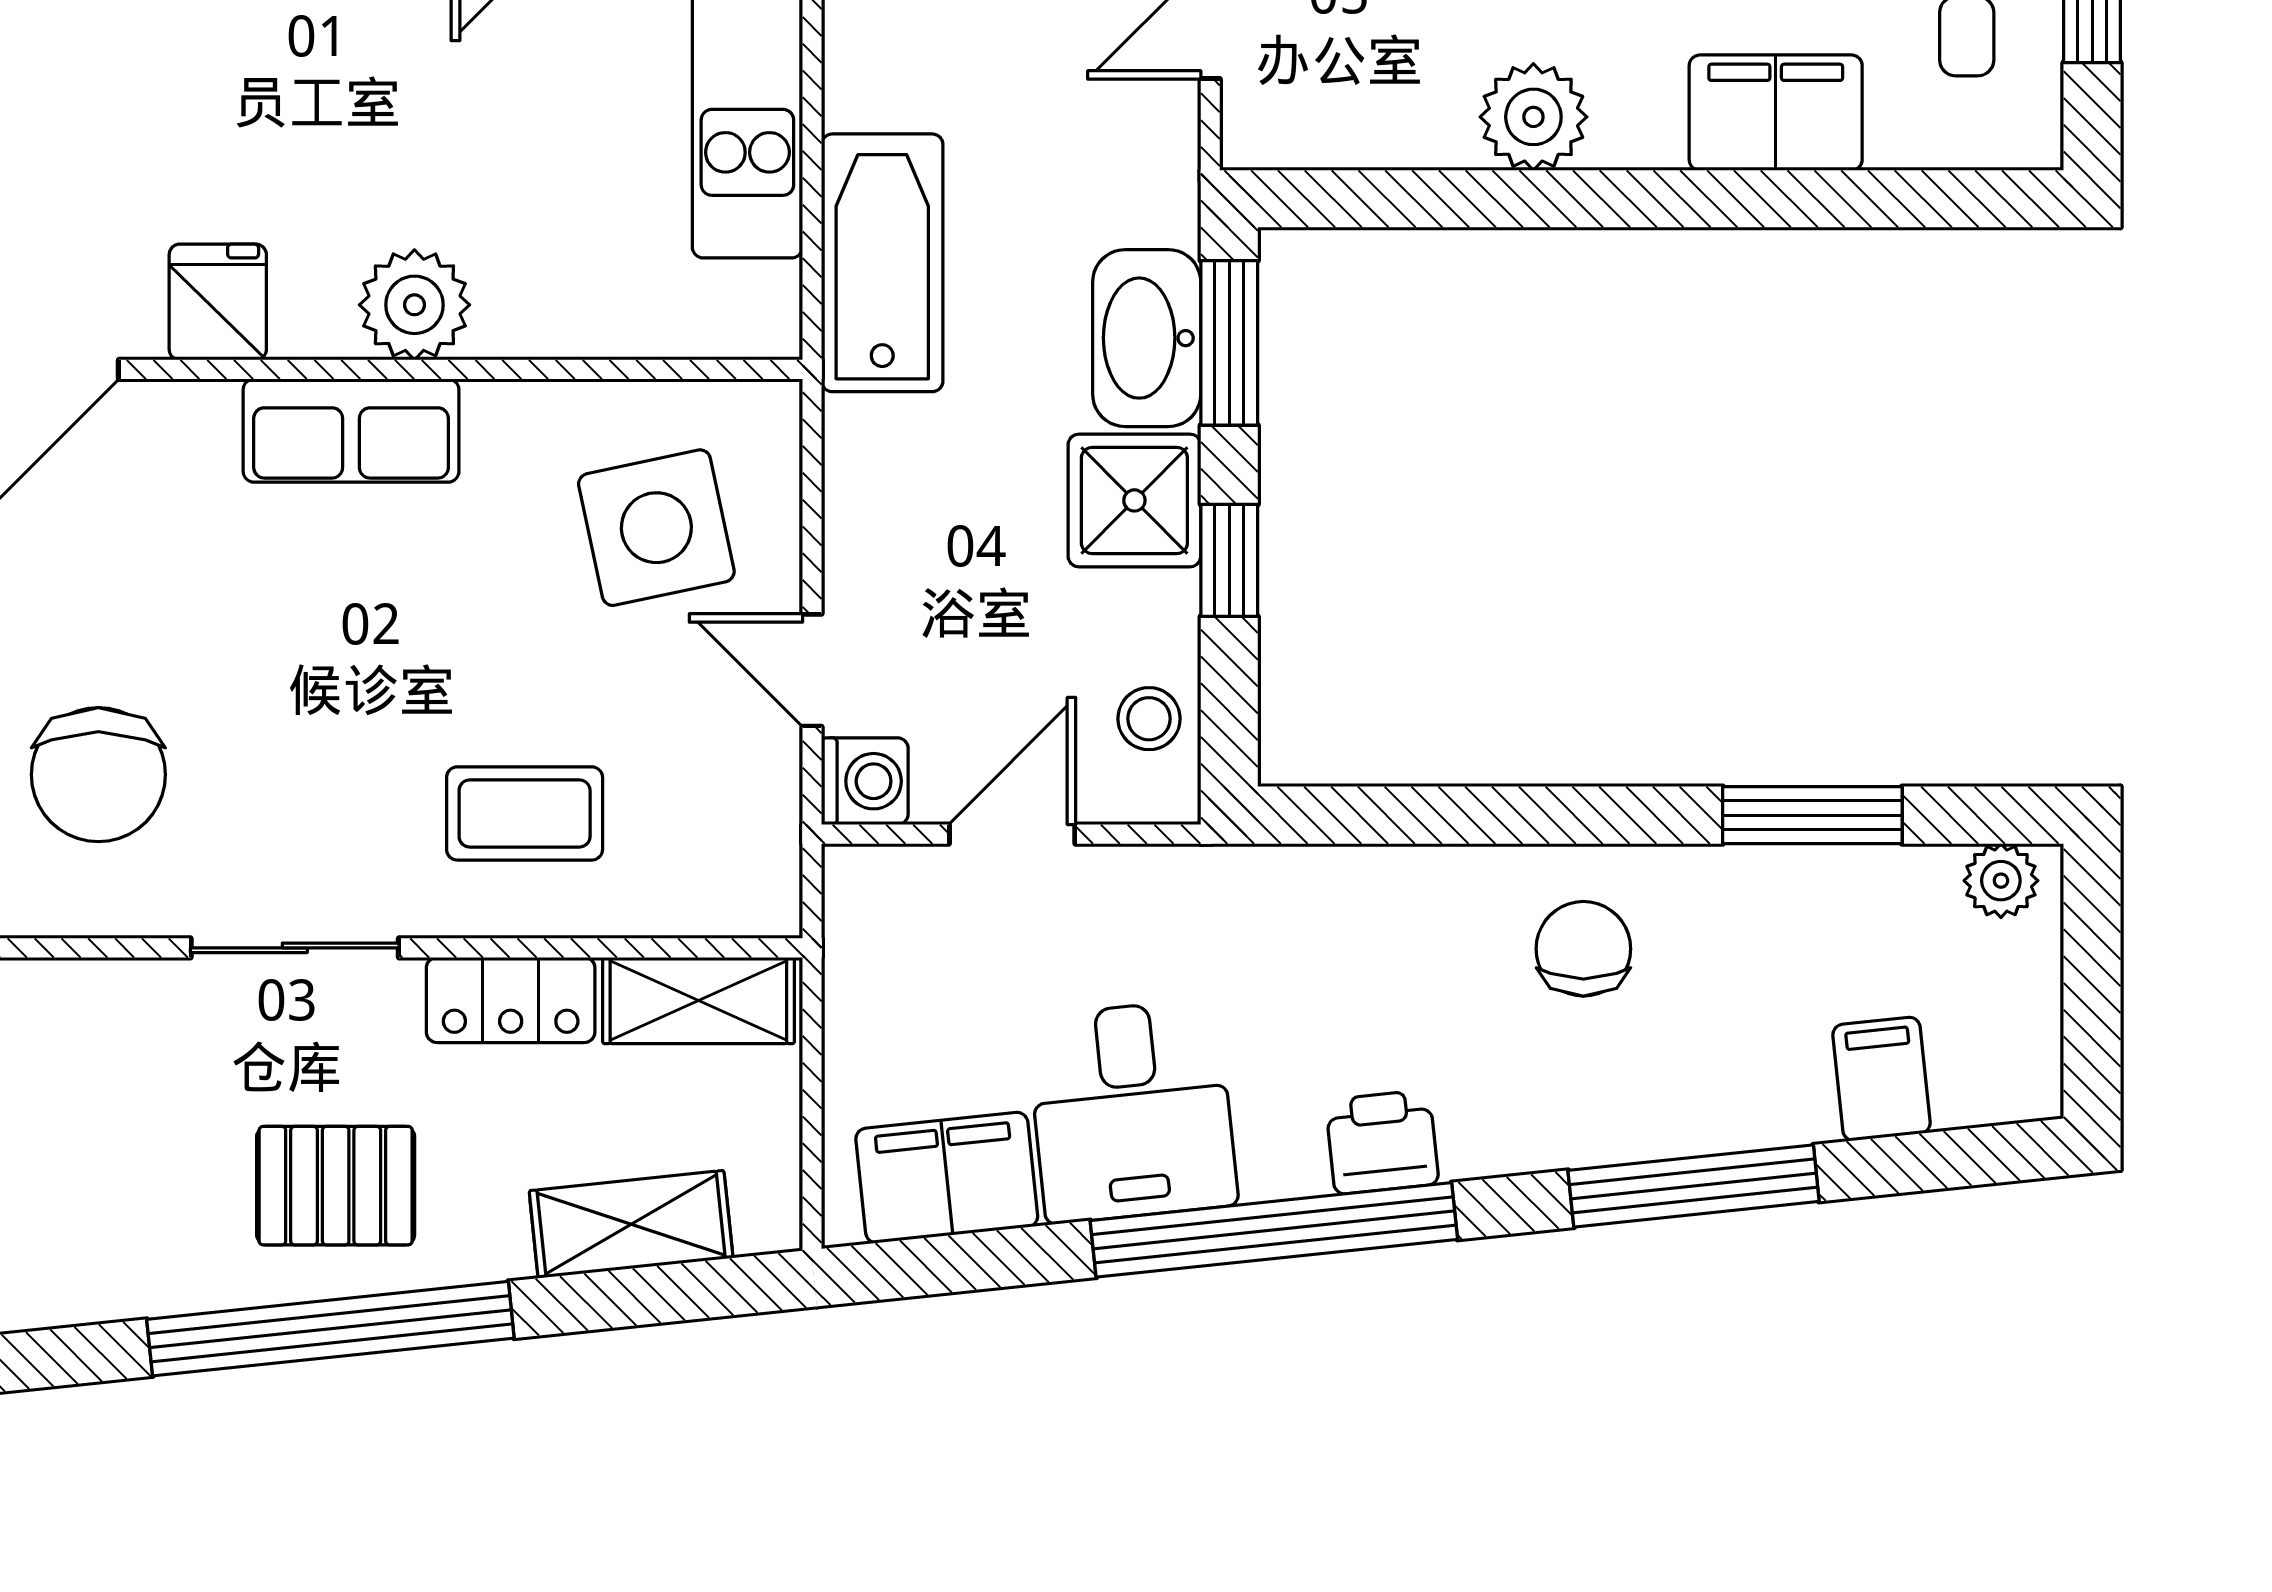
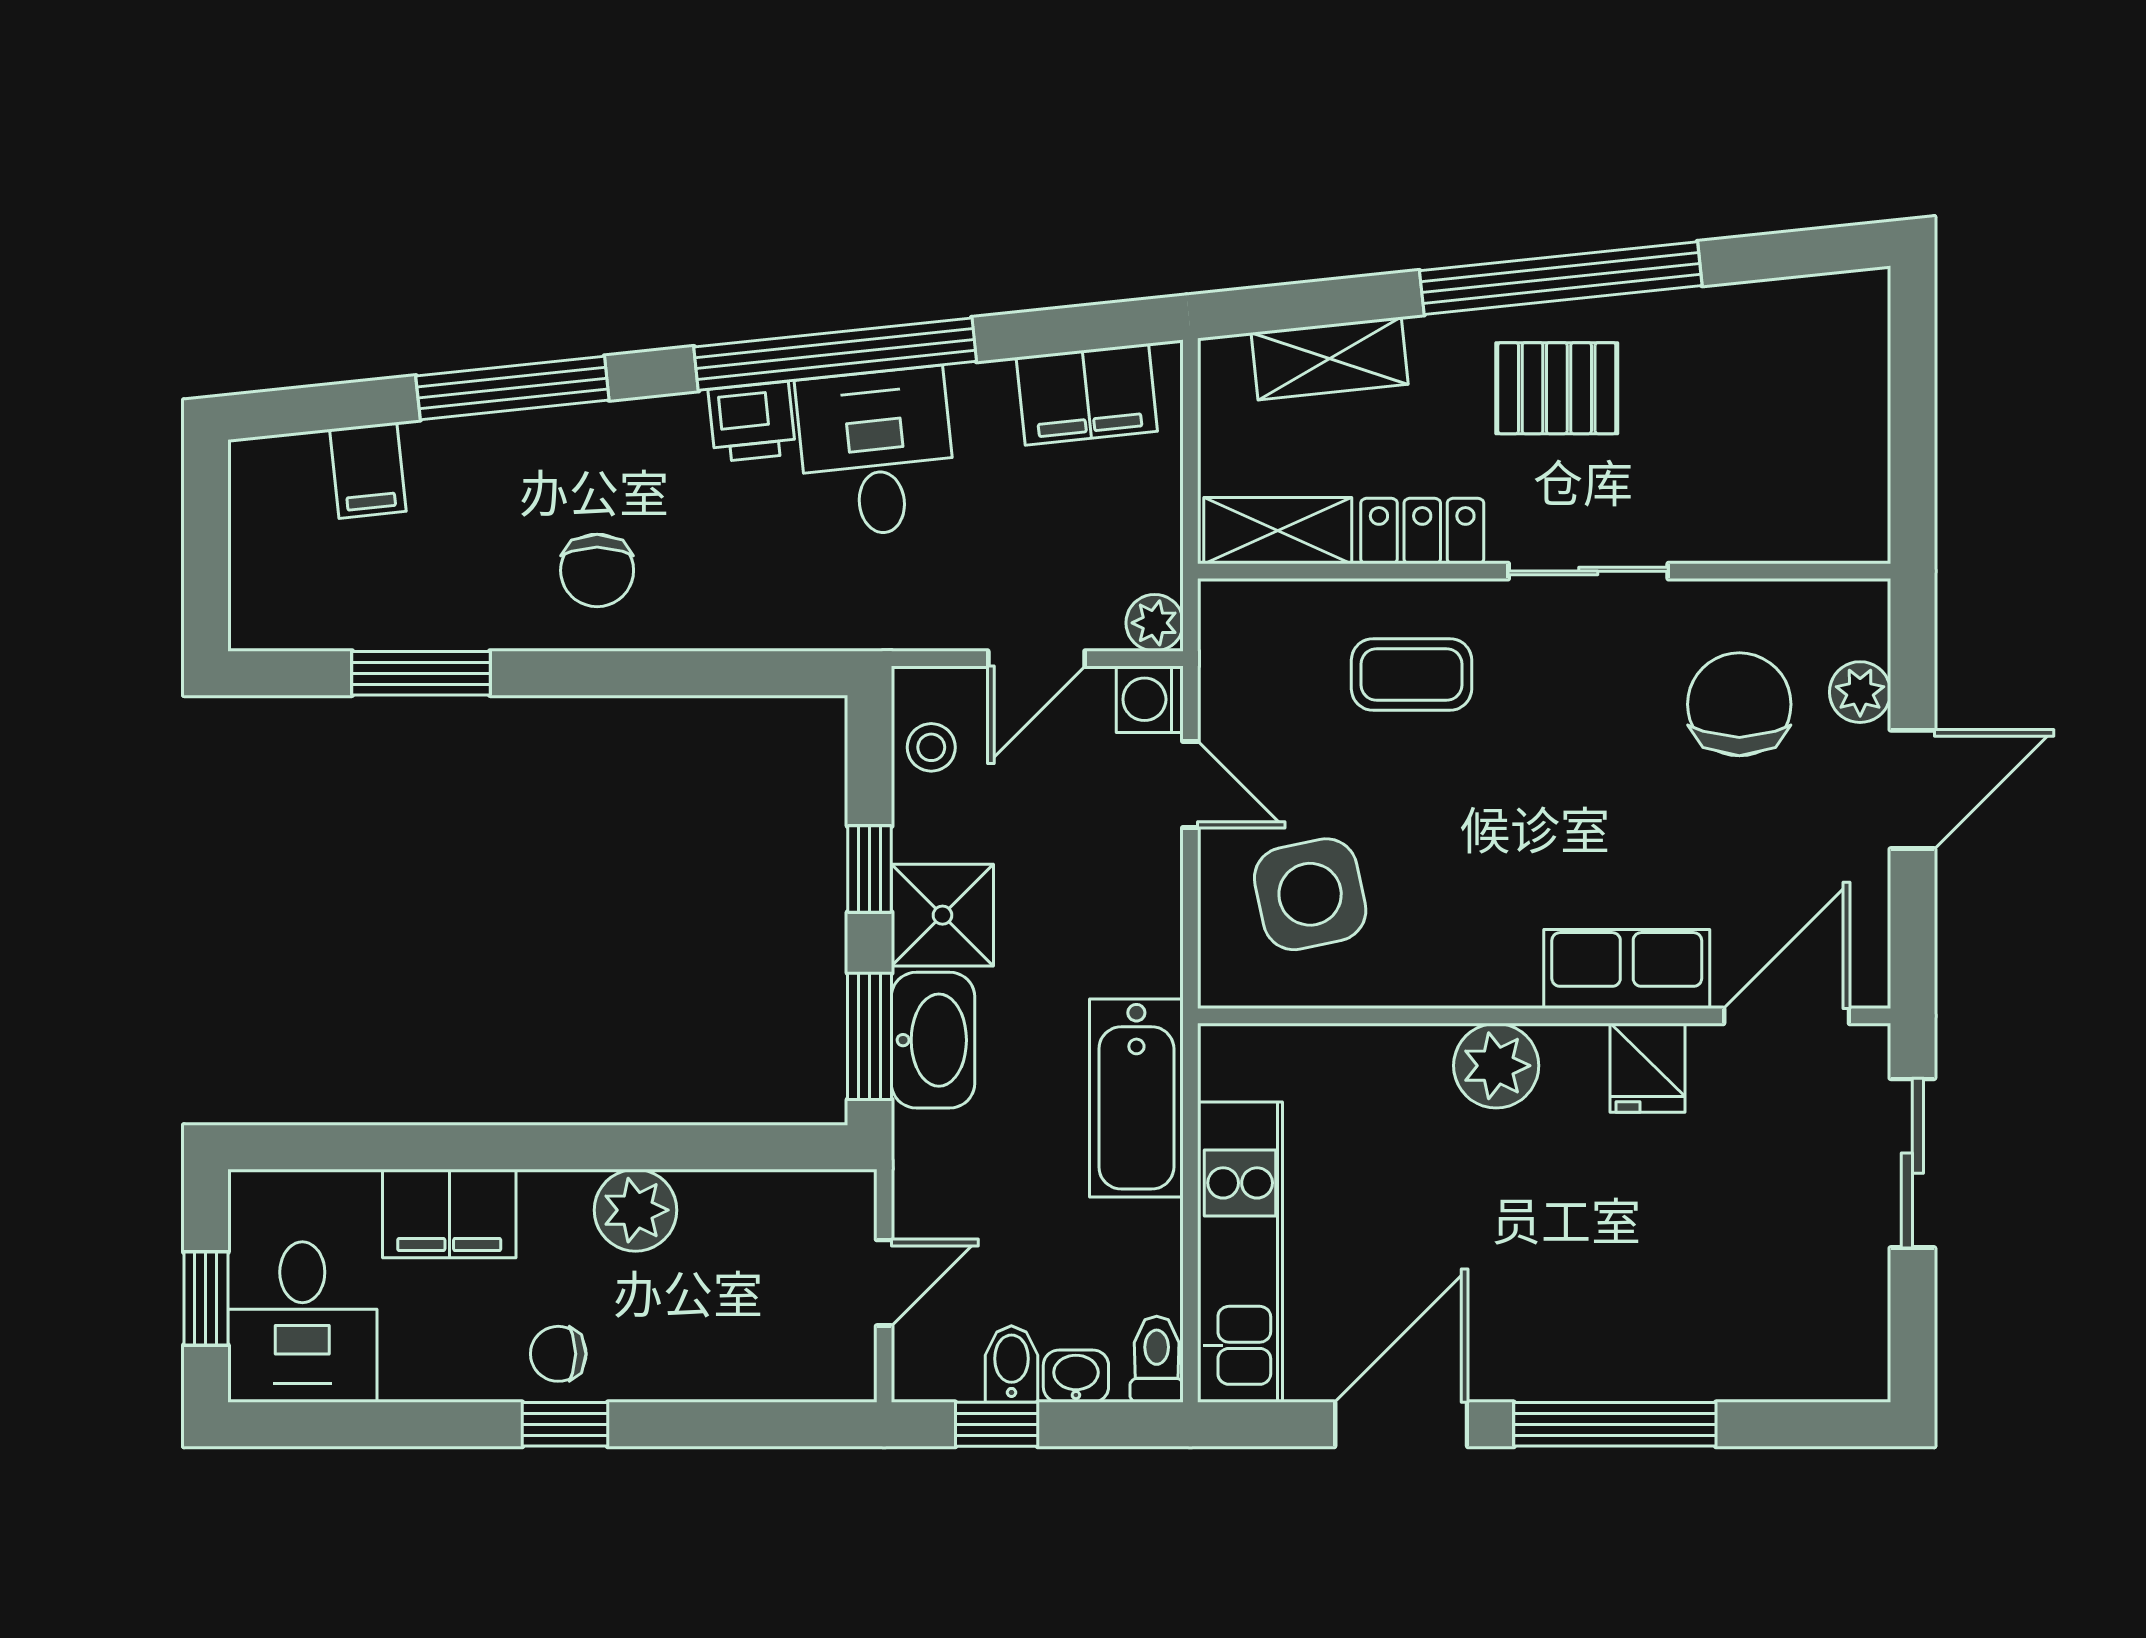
row of seats: (351, 431) -> (1627, 969), moved
plant: (2001, 881) -> (1155, 623), moved
desk: (1132, 1111) -> (877, 453), moved

